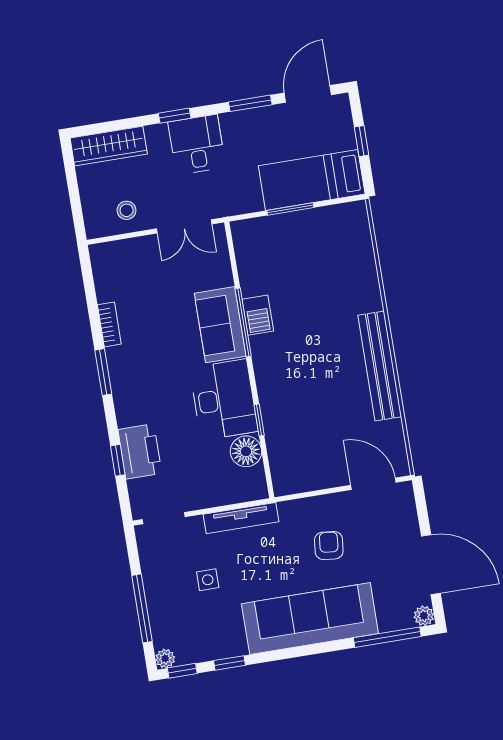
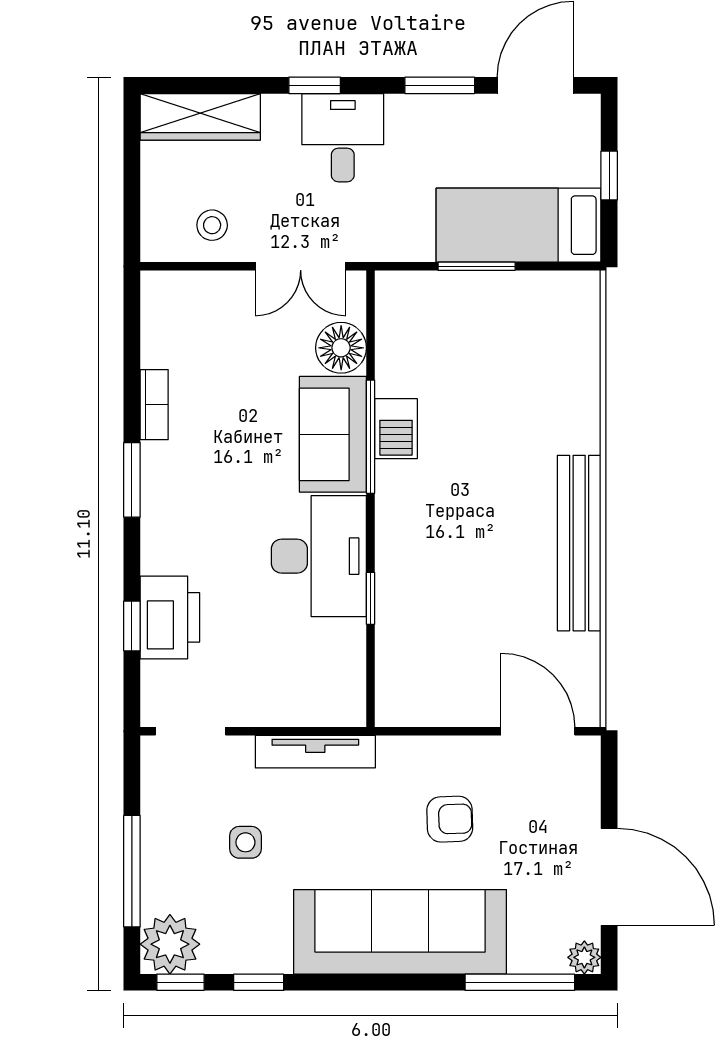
floor lamp: (246, 451) -> (341, 348), moved
armchair: (329, 546) -> (450, 819), turned 82
plant: (165, 659) -> (170, 944), width x1.88, depth x1.88

